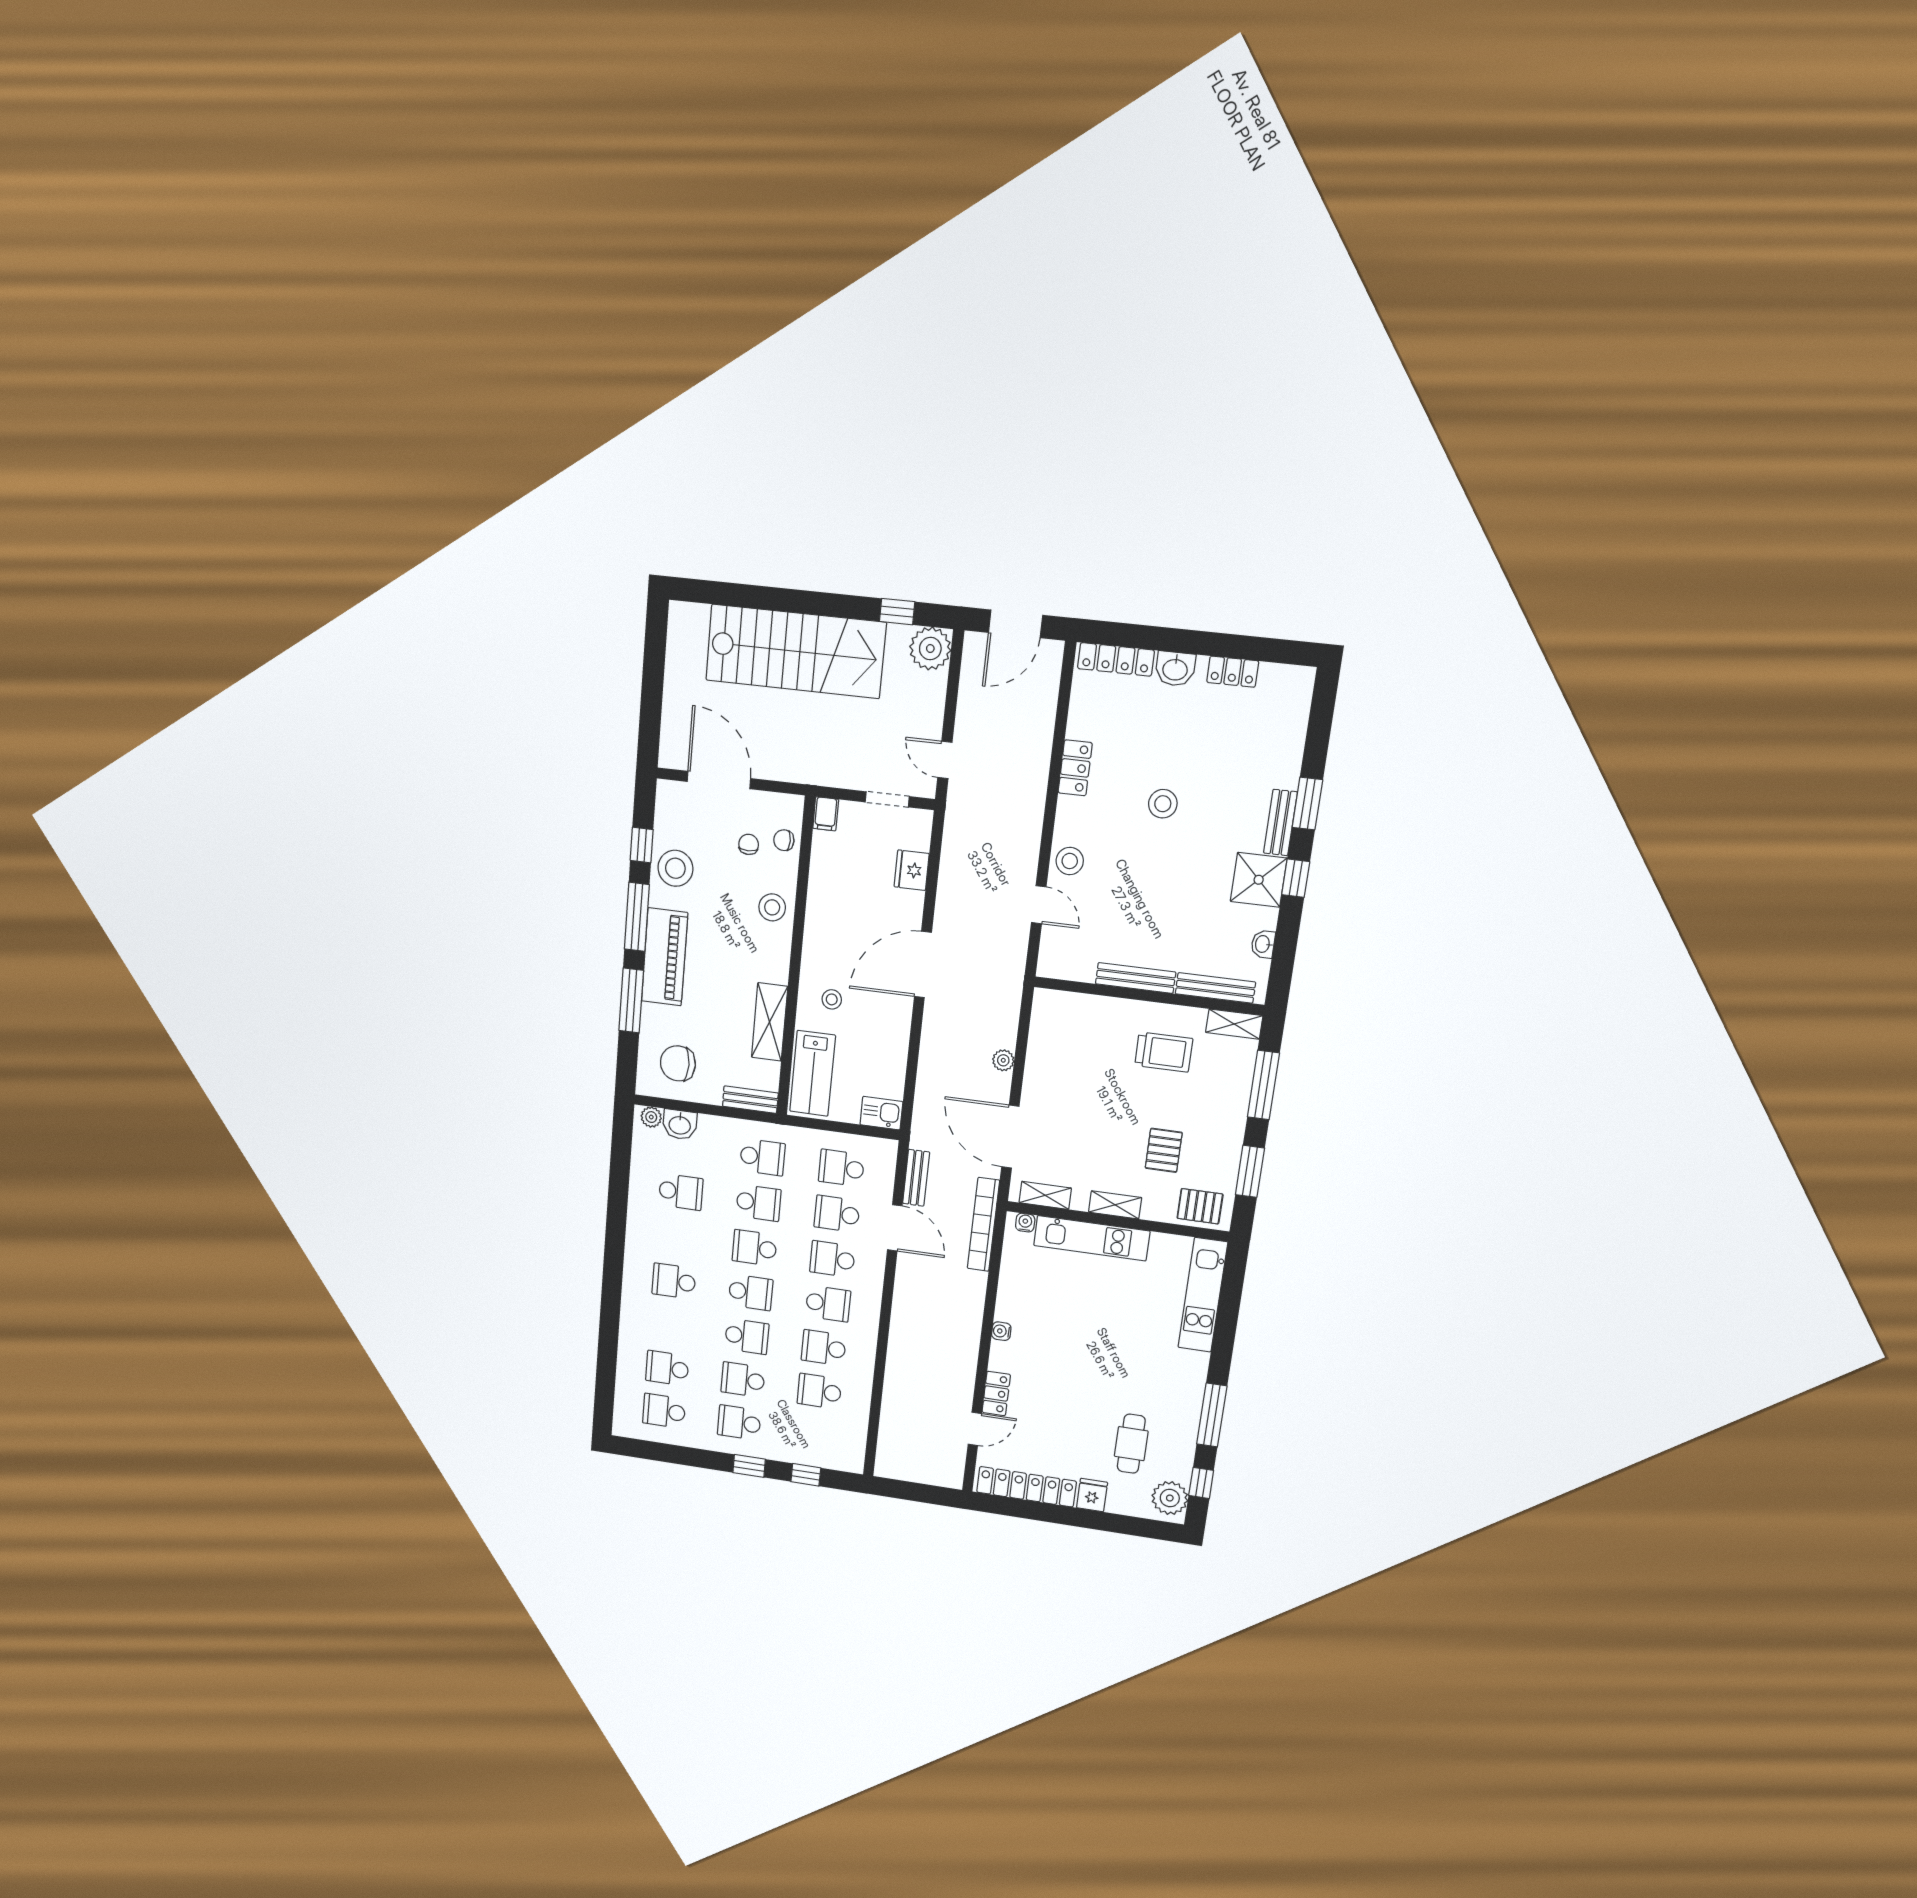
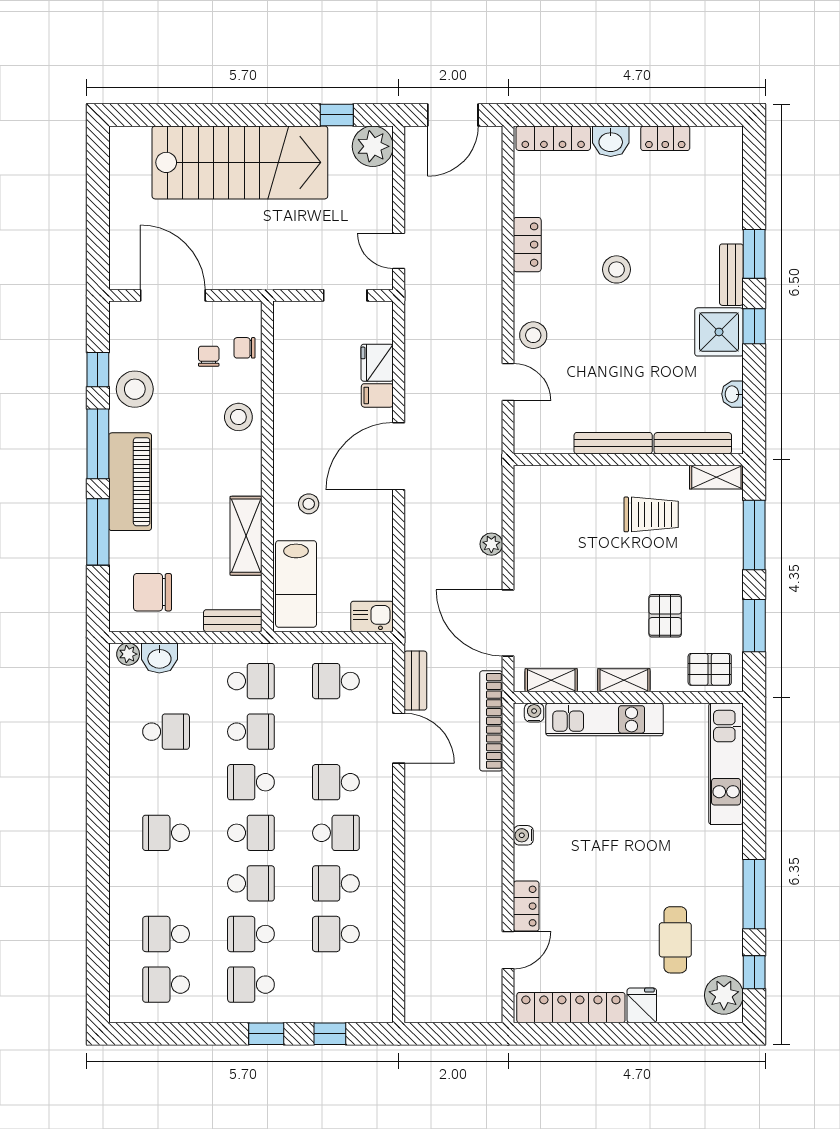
filing cabinet: (826, 814) -> (377, 395), moved, turned 90
school desk: (837, 1214) -> (336, 732), removed

